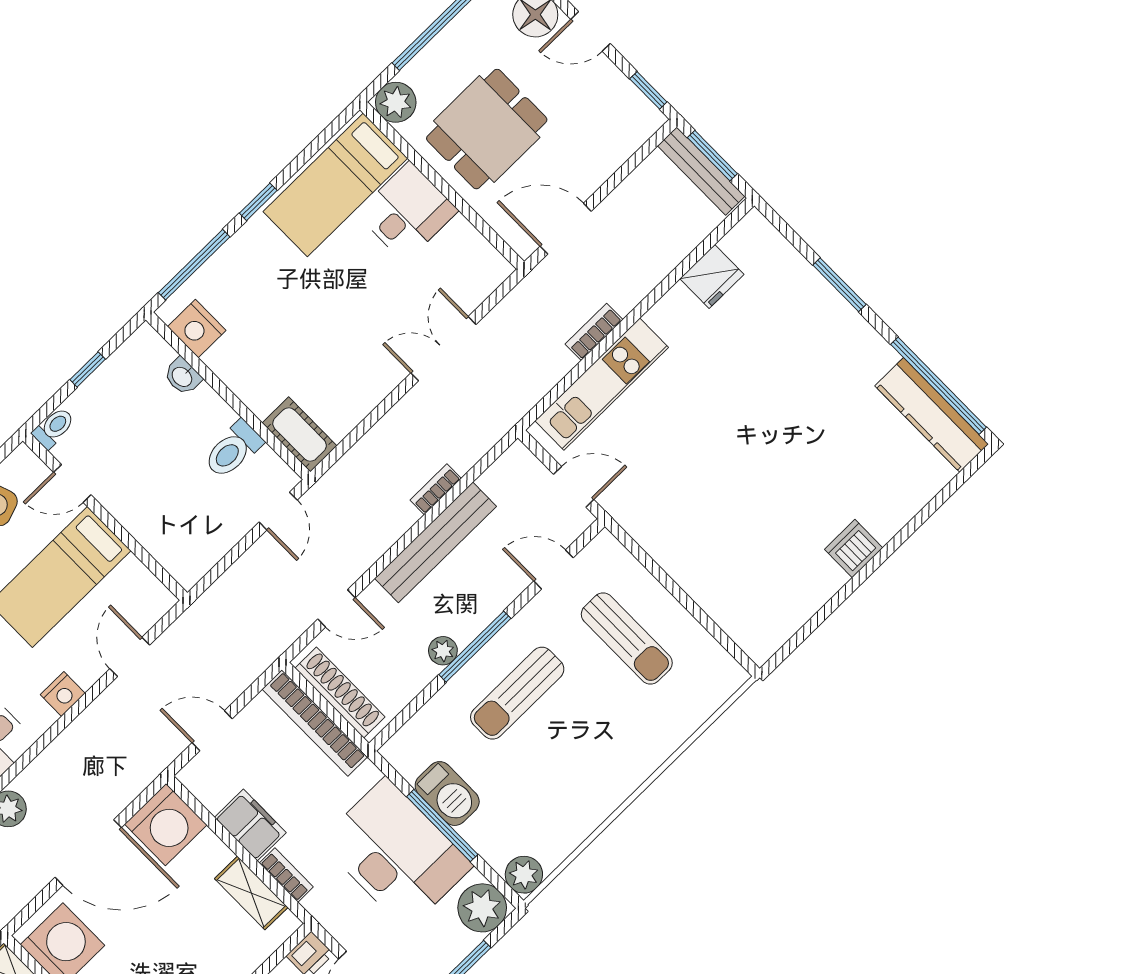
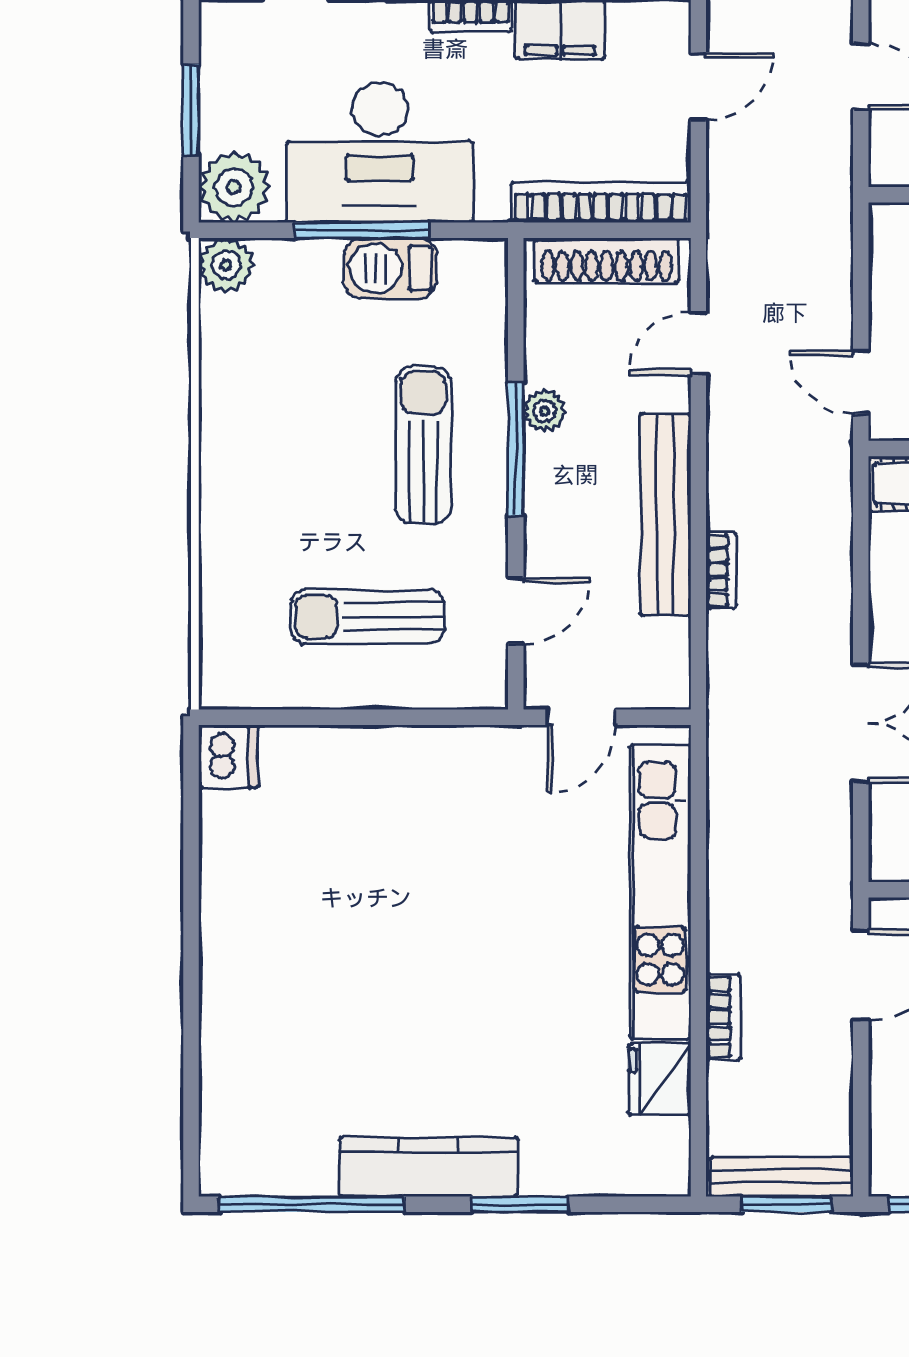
bookcase: (594, 332) -> (723, 1017), moved
kitchen unit: (602, 384) -> (660, 892), width x1.36
kitchen counter: (932, 415) -> (428, 1167), moved
dishwasher: (854, 549) -> (228, 756), moved

